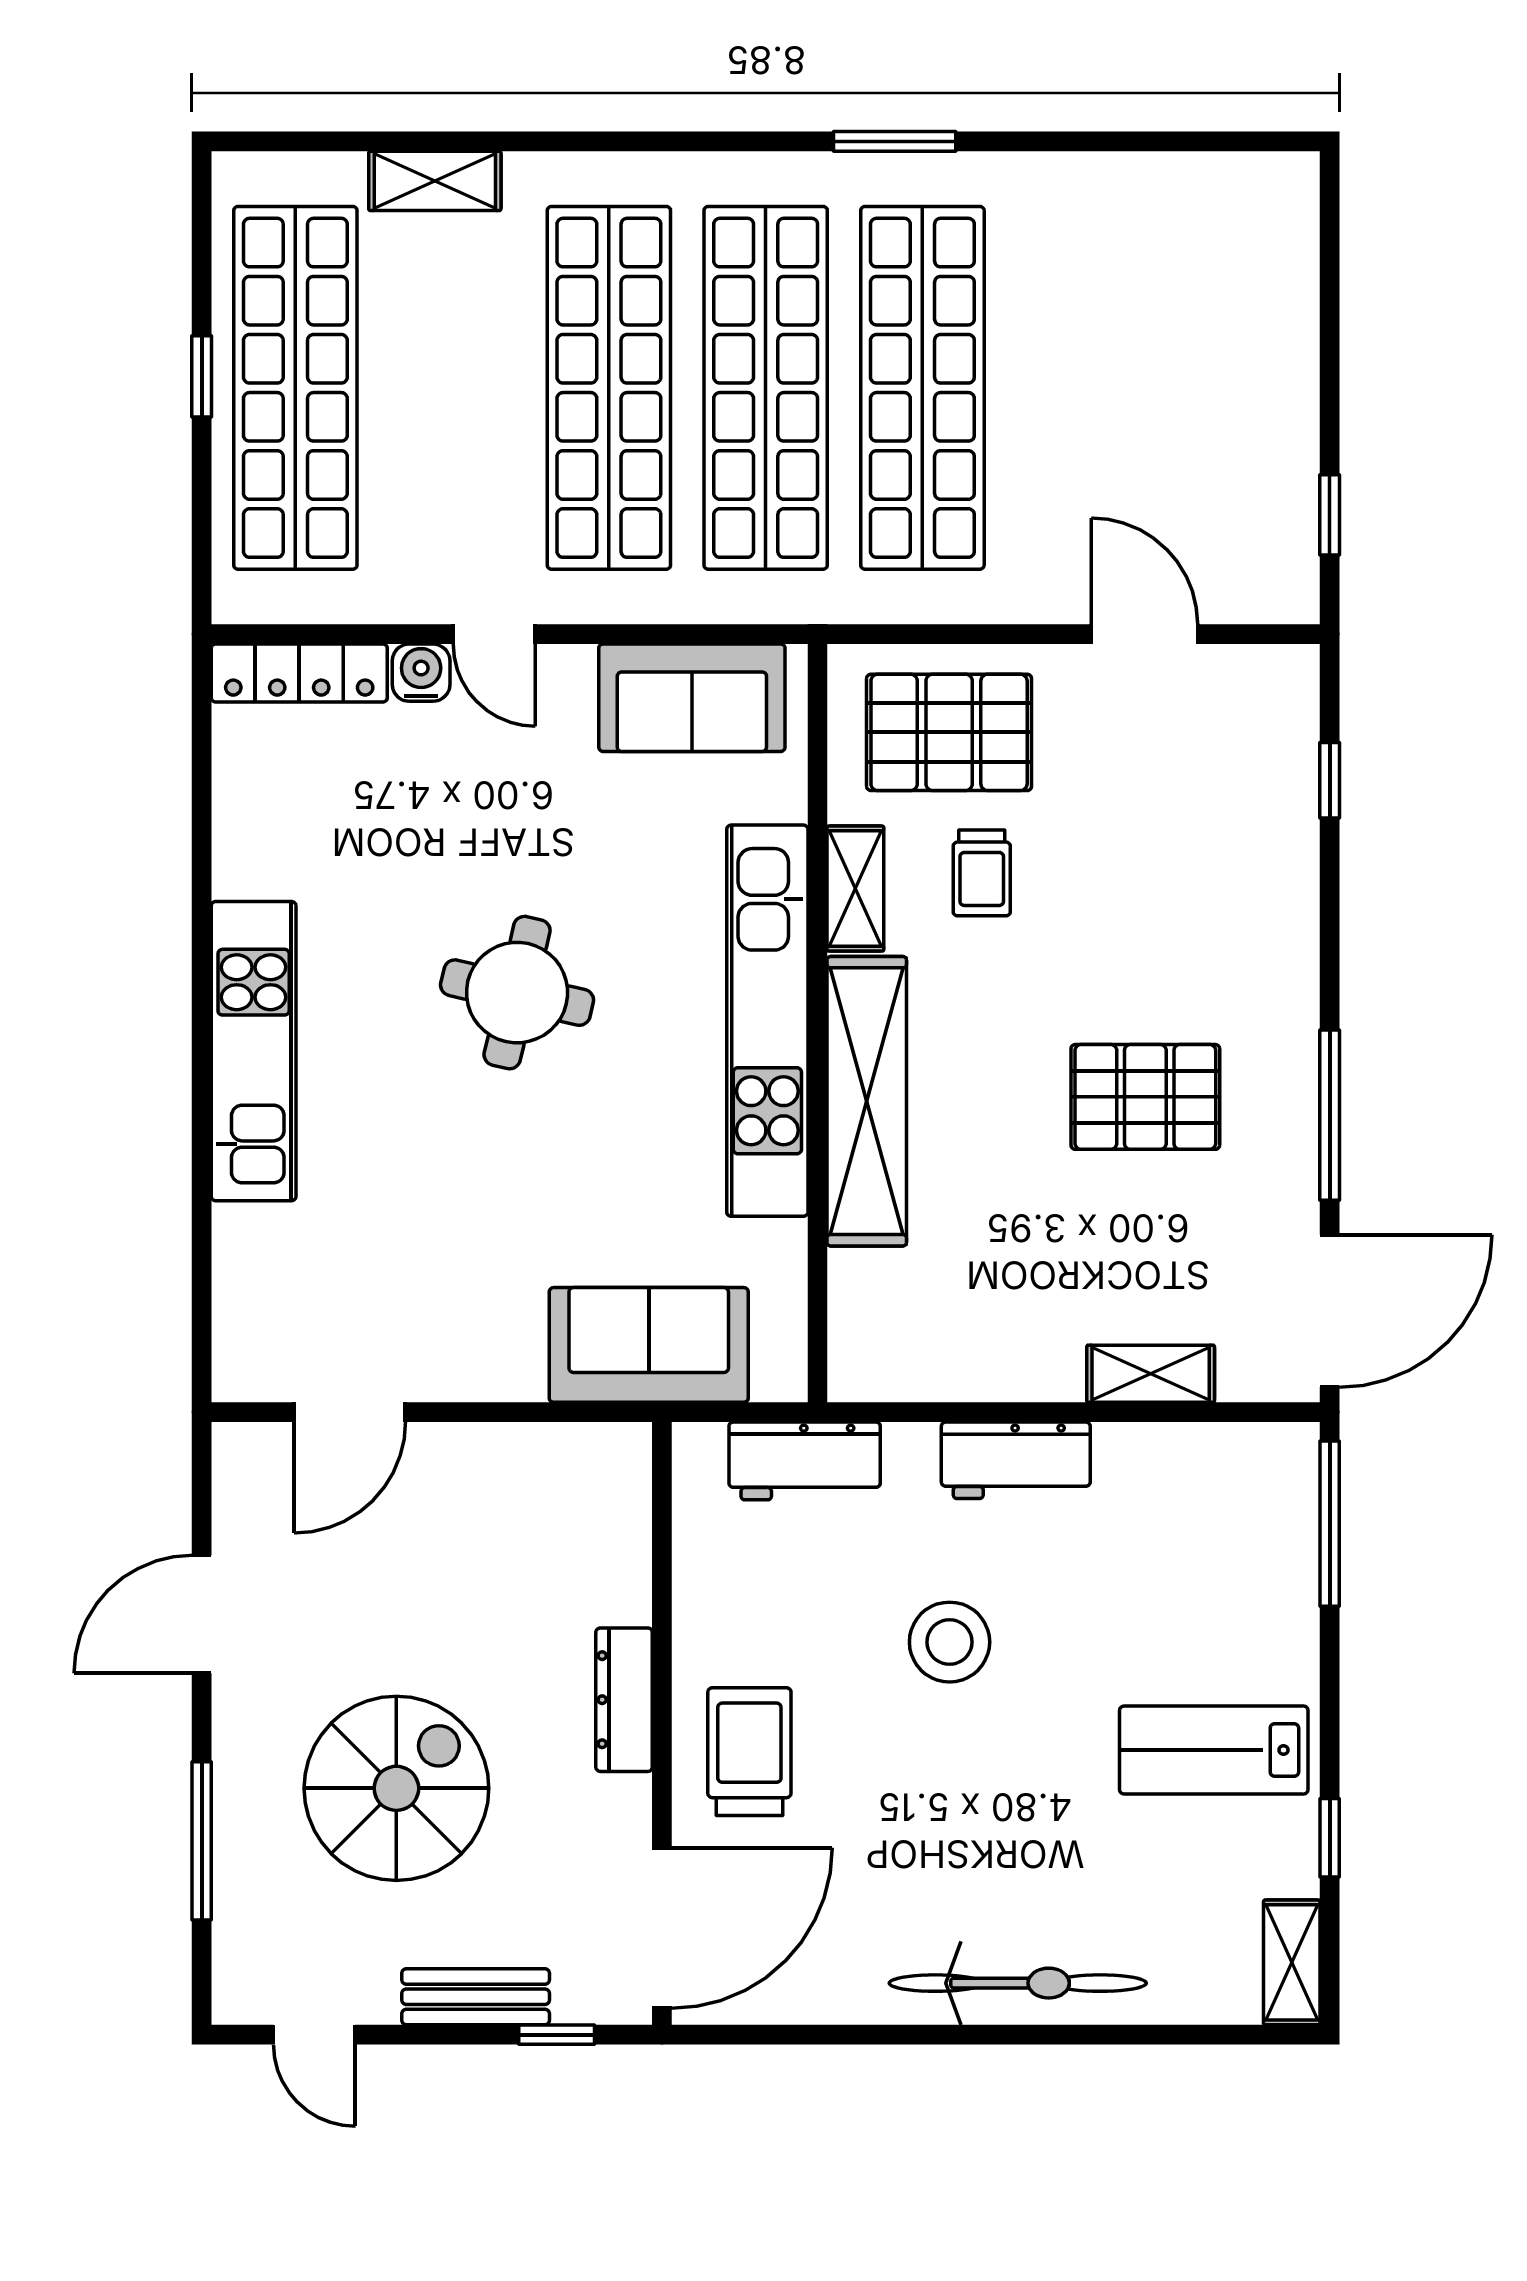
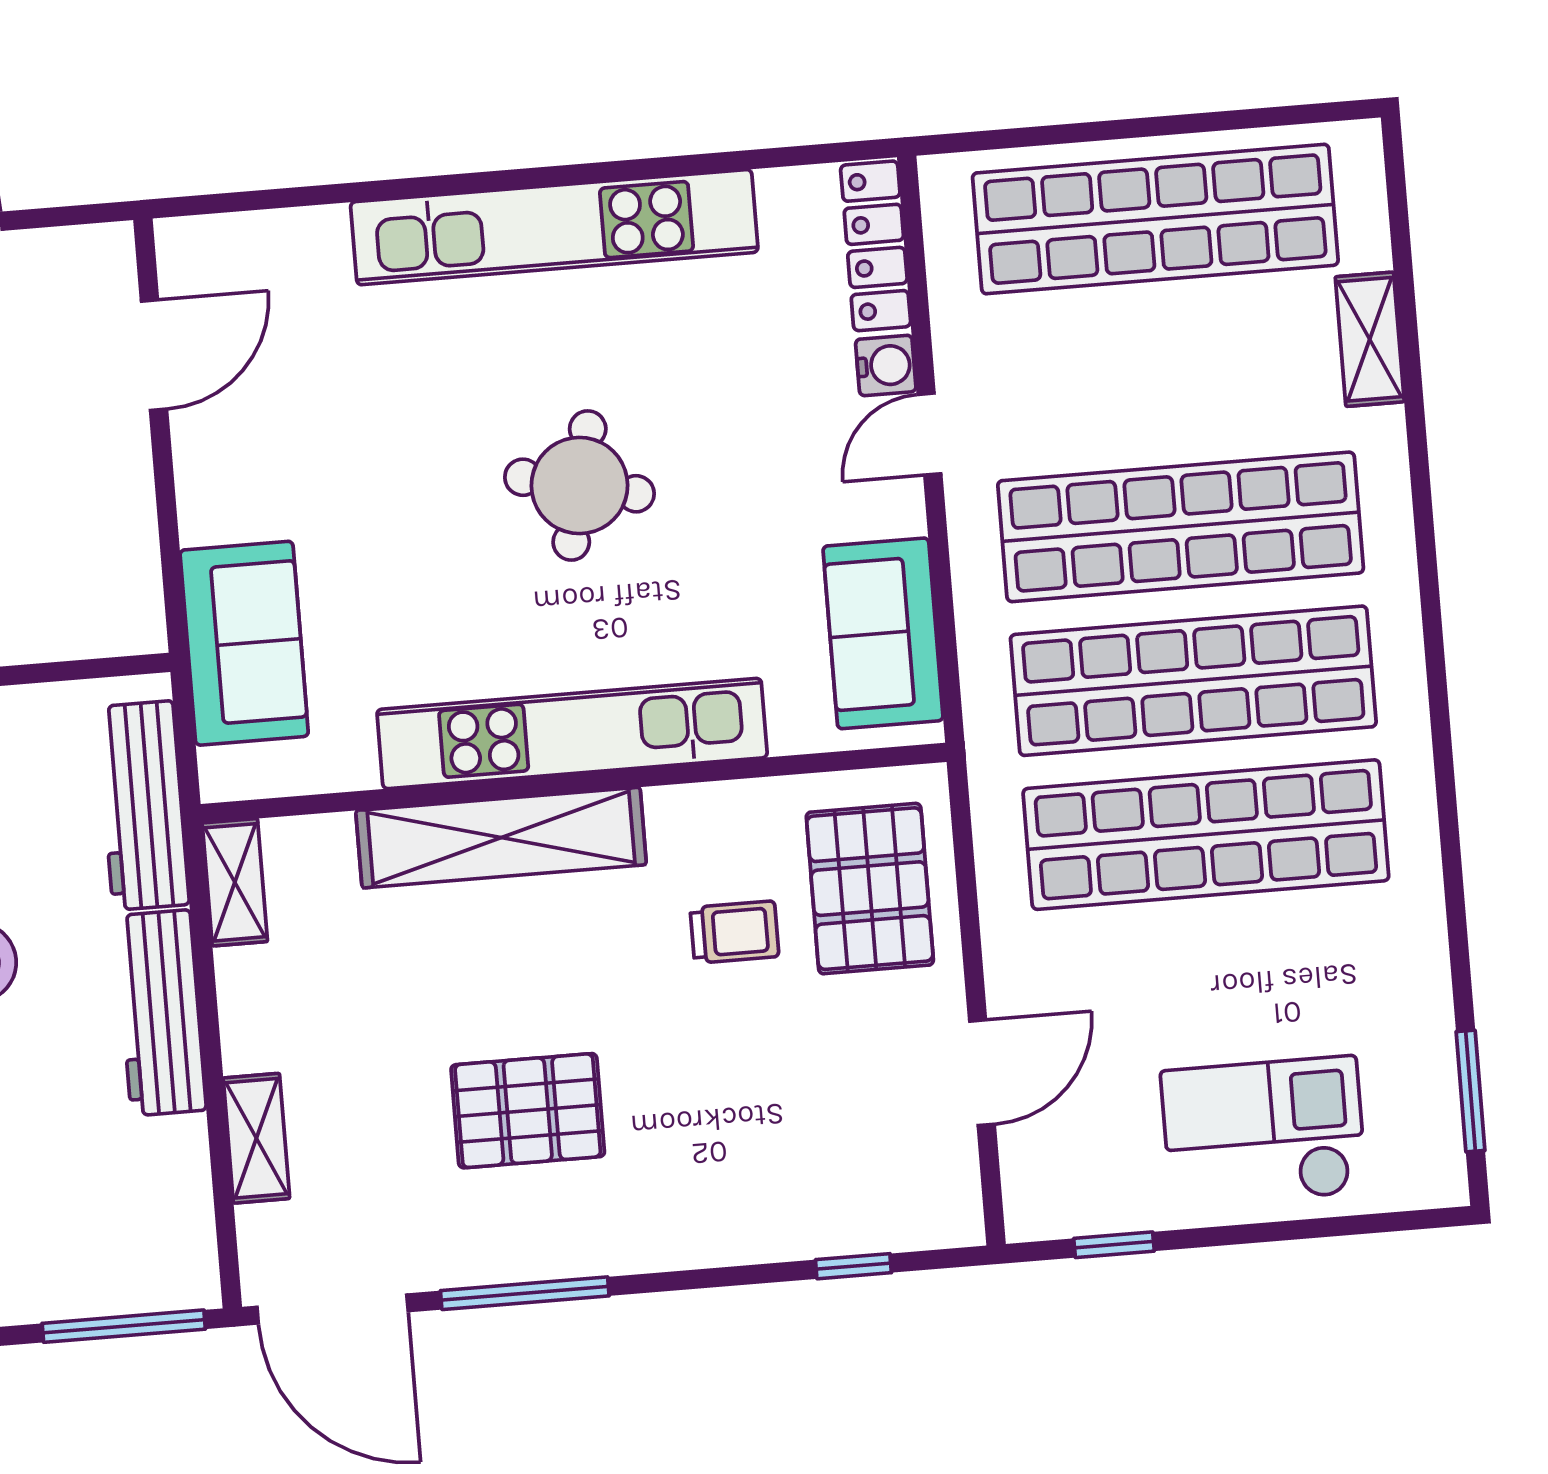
window: (895, 141) -> (1470, 1091), moved
checkout: (1228, 354) -> (1264, 1132), added
window: (202, 376) -> (1159, 126), removed
trolley: (982, 873) -> (734, 932), turned 180
shelving: (855, 889) -> (235, 882), moved, turned 90
kitchen unit: (254, 1051) -> (554, 227), width x1.36
pallet: (1145, 1097) -> (528, 1111), turned 90
door: (350, 1412) -> (154, 355), swing flipped
workbench: (1016, 1460) -> (161, 1013), width x1.38
workbench: (805, 1461) -> (143, 806), width x1.38

